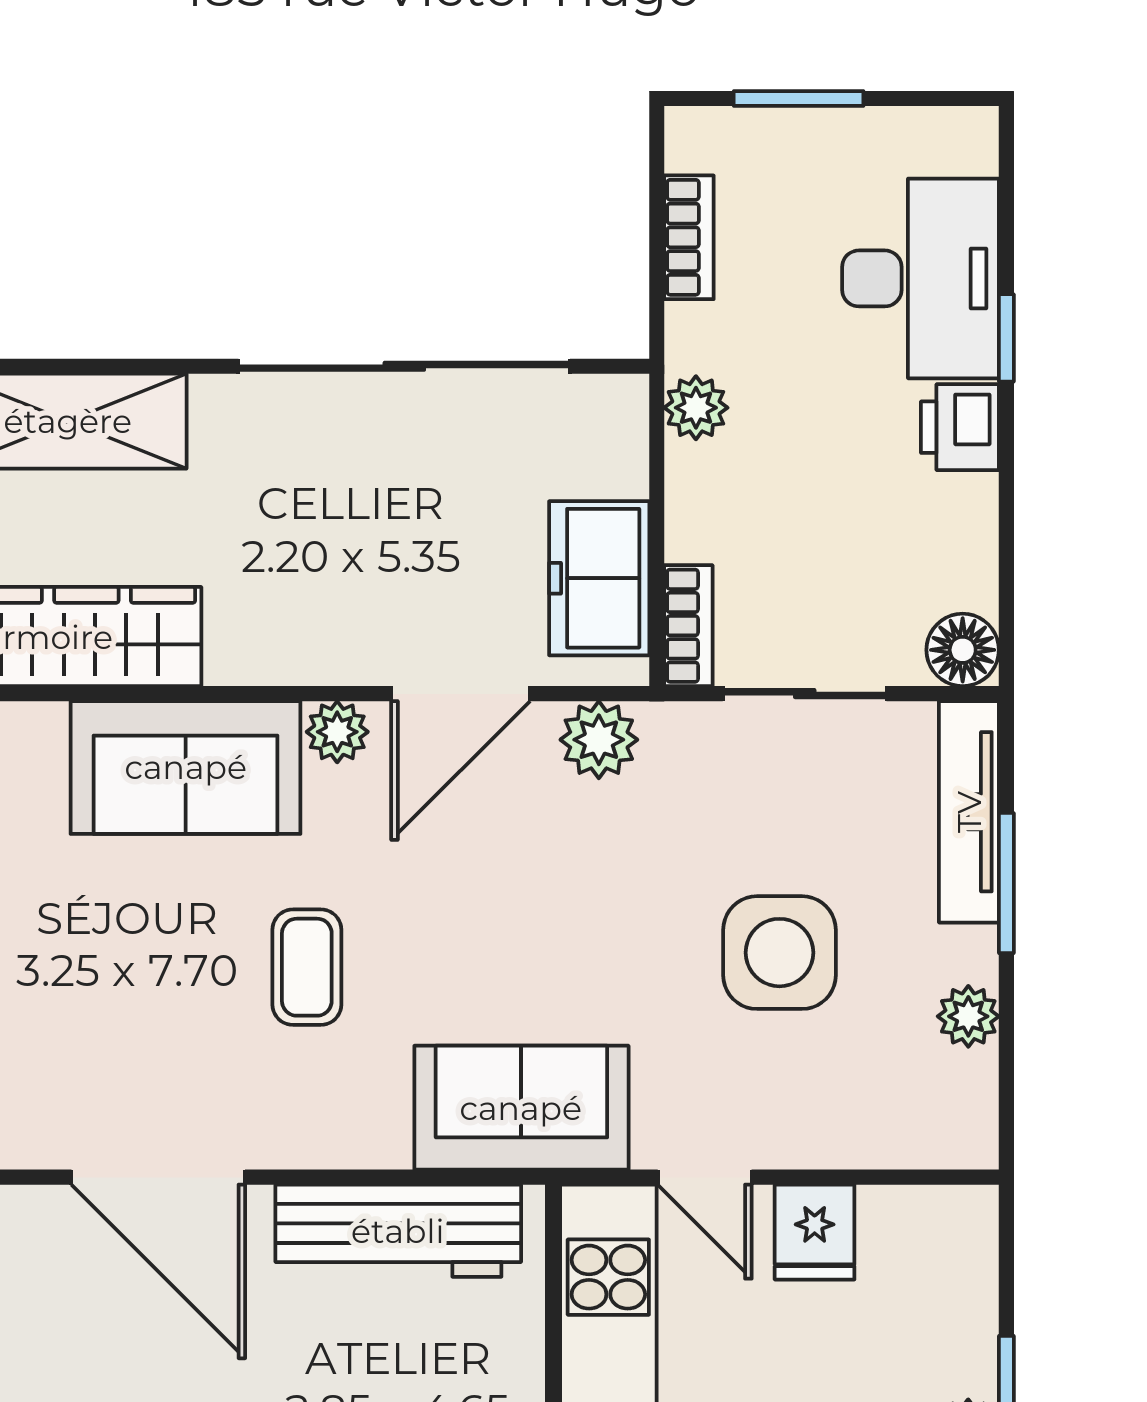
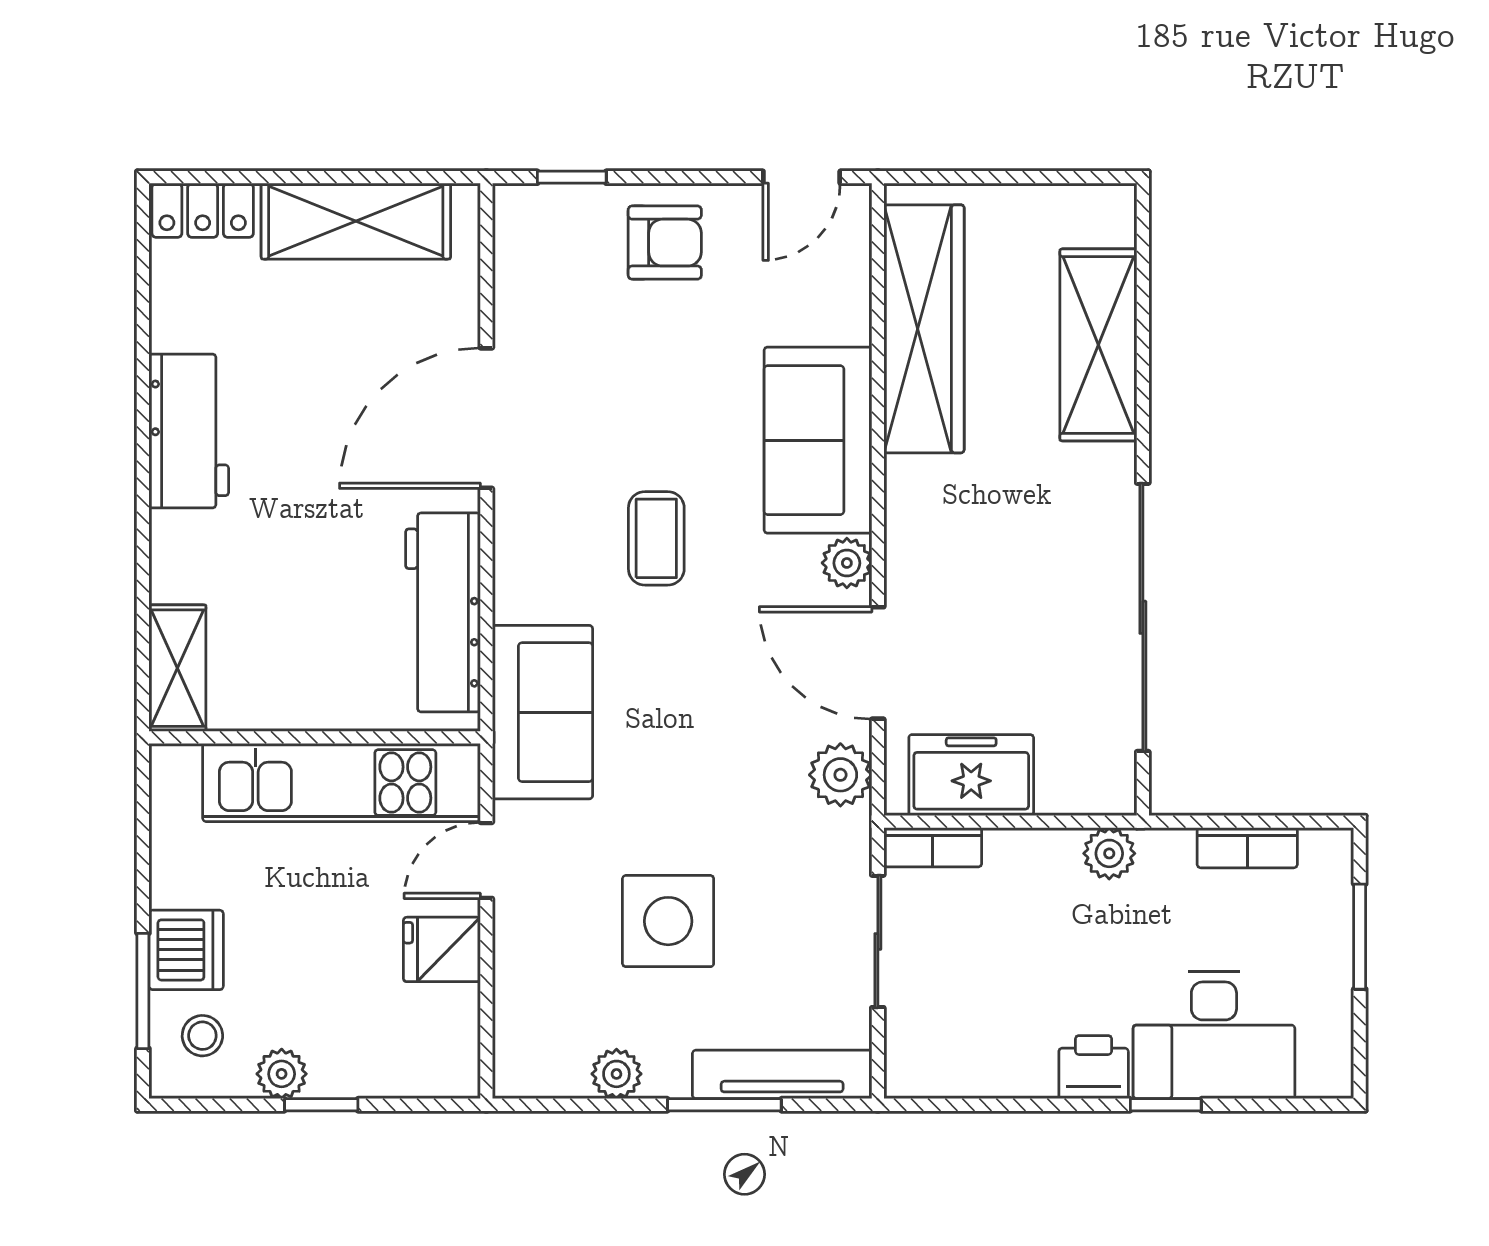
floor lamp: (963, 650) -> (913, 1069), removed
coffee table: (307, 967) -> (656, 538), turned 90

